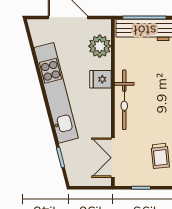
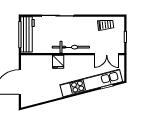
plant: (100, 46) -> (38, 62), removed
kitchen unit: (56, 93) -> (91, 83), moved

